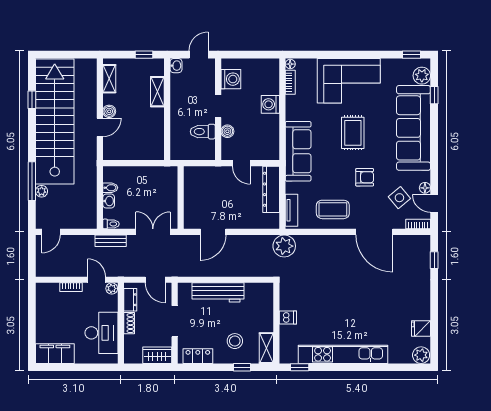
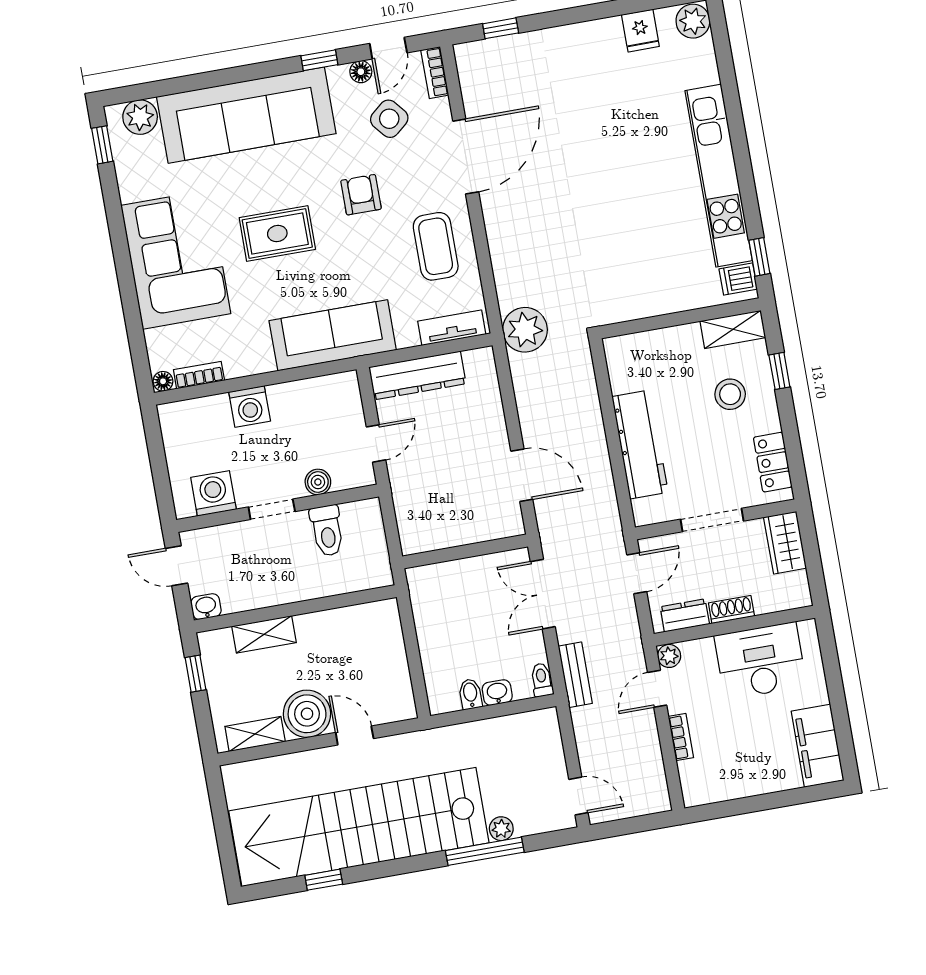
window: (434, 95) -> (319, 60), moved
boiler: (109, 111) -> (307, 714), width x1.86, depth x1.86
dishwasher: (288, 318) -> (738, 279), moved, turned -90

